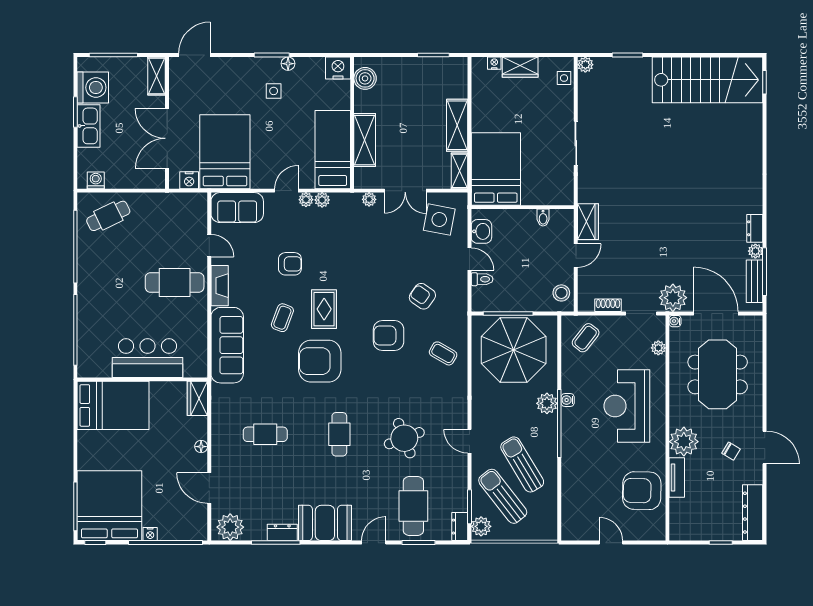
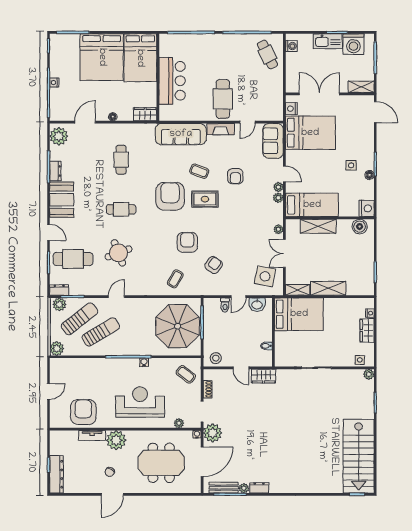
plant: (547, 403) -> (57, 348), moved
bed: (109, 506) -> (102, 57), moved, turned 90
dresser: (753, 513) -> (56, 474), moved, turned 90

